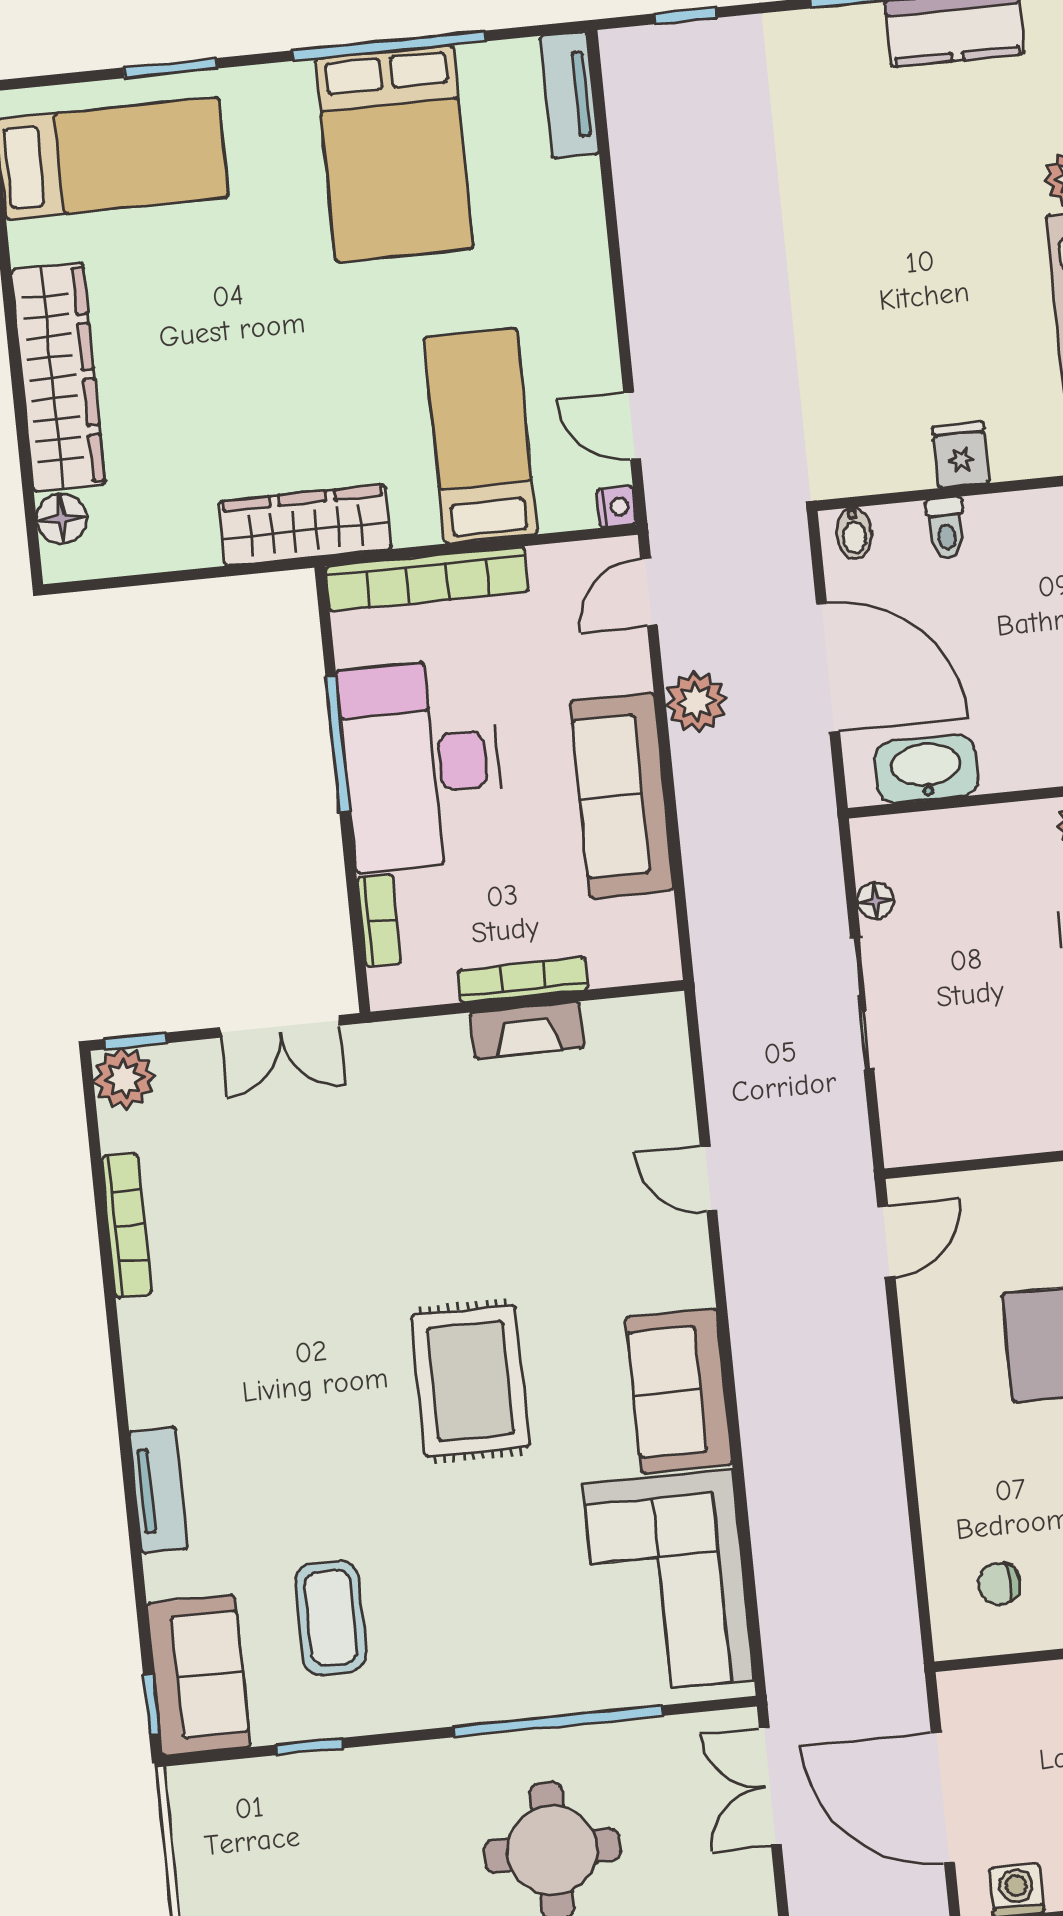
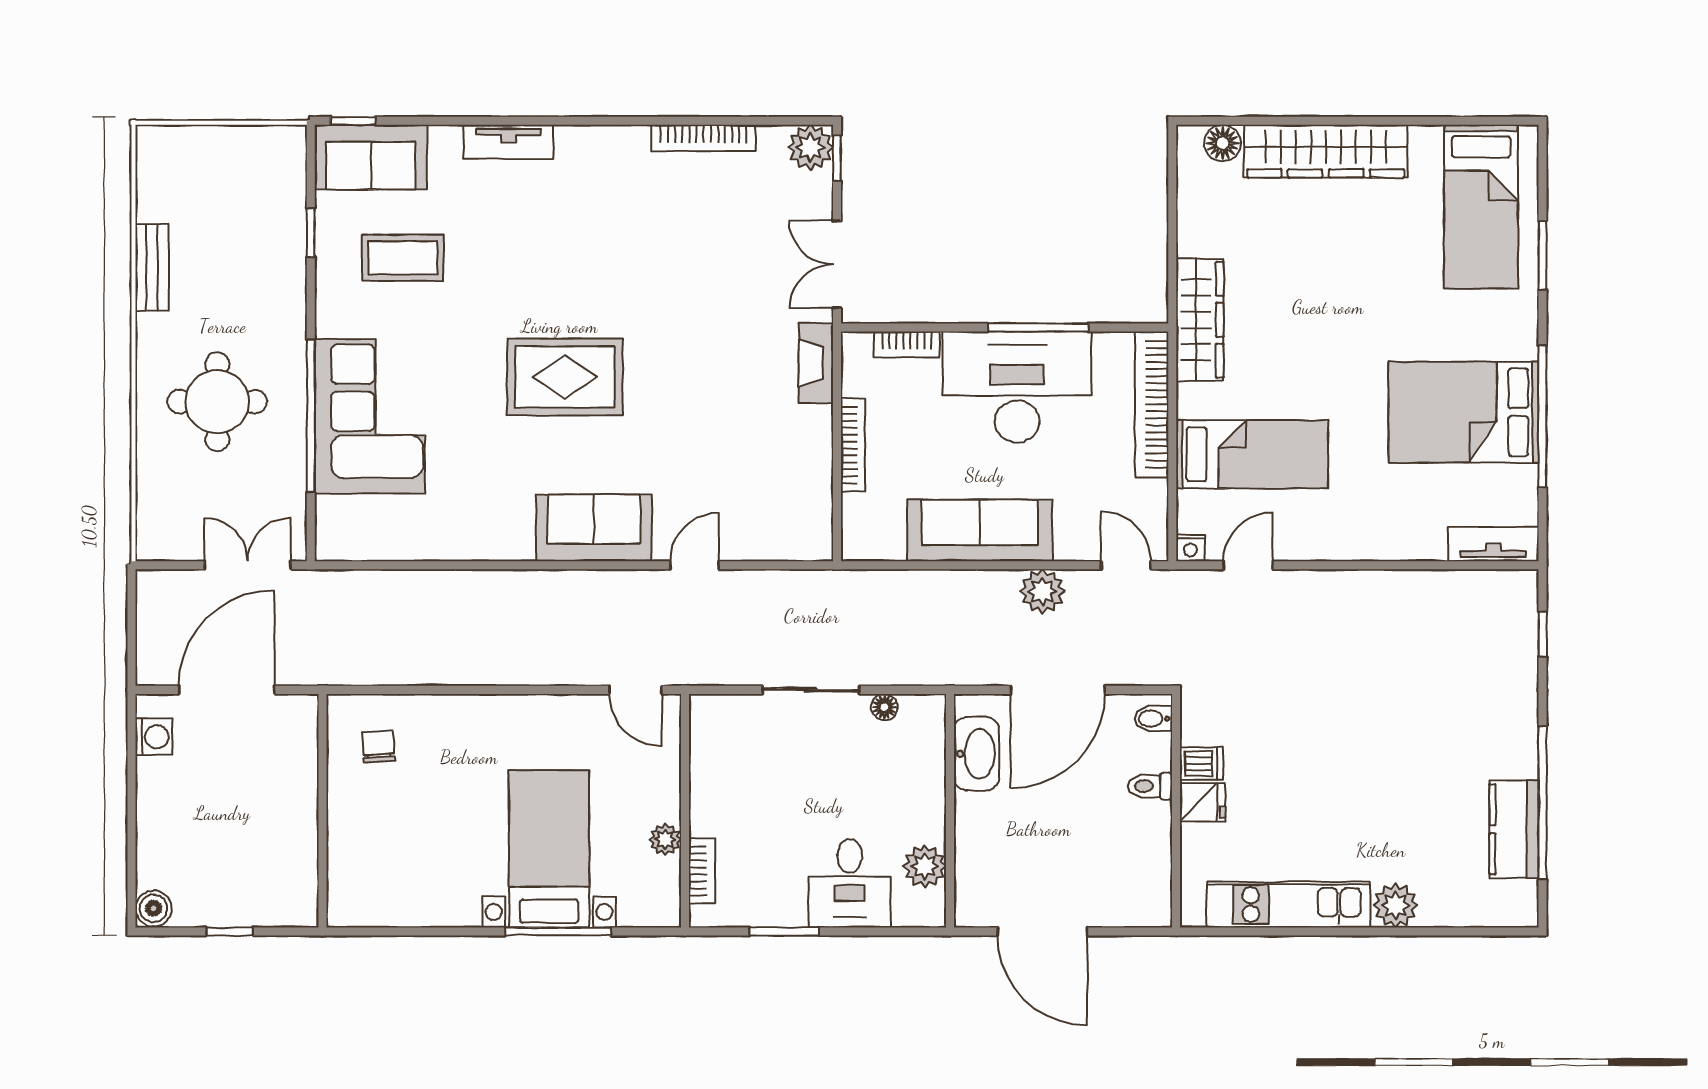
dishwasher: (908, 462) -> (1201, 764), added
fireplace: (527, 1030) -> (816, 363), moved
sofa: (679, 1391) -> (594, 528), moved
corner sofa: (668, 1582) -> (370, 416), moved, turned 90

